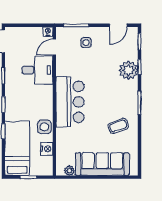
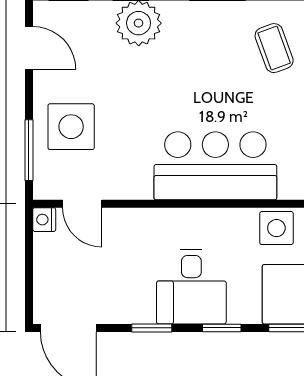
side table: (86, 43) -> (71, 127), width x1.87, depth x1.87
desk: (37, 70) -> (191, 287), moved, turned 180

